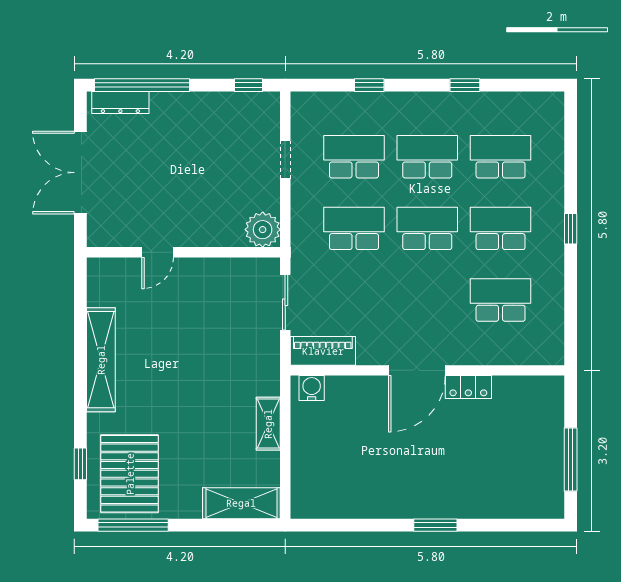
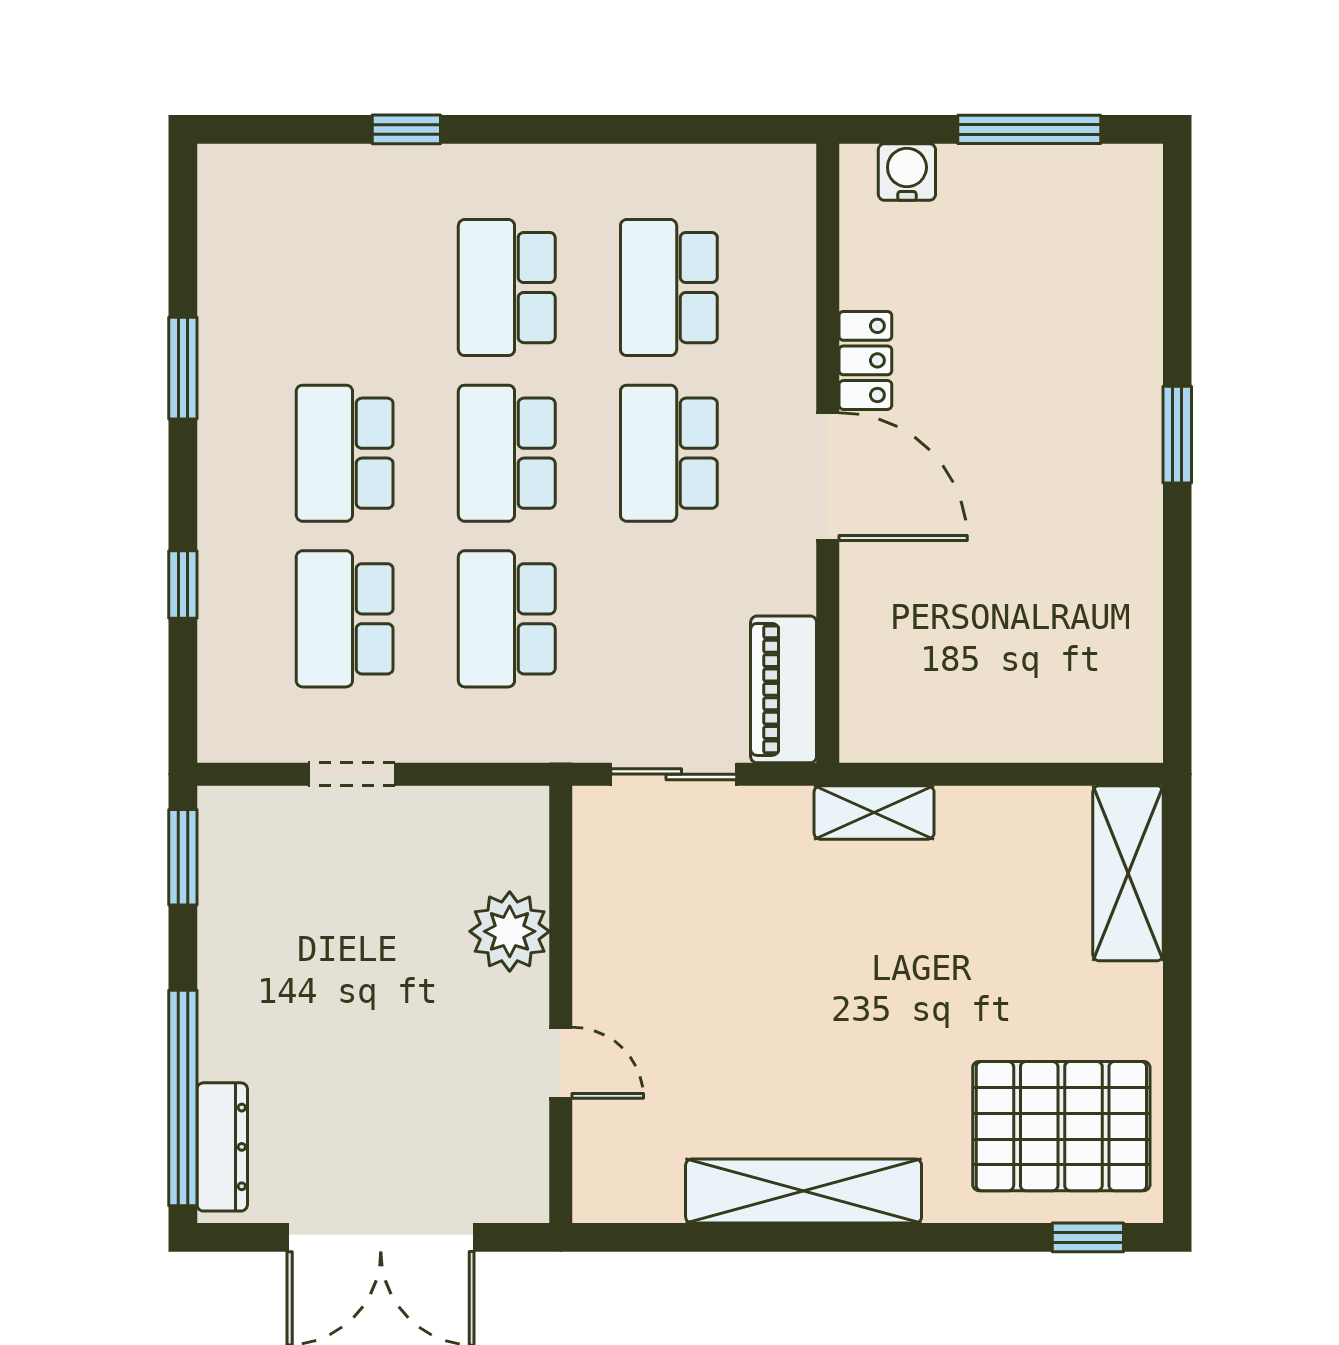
window: (248, 85) -> (183, 857), width x1.50
window: (465, 85) -> (183, 368), width x1.50
school desk: (501, 157) -> (669, 453), moved
window: (571, 229) -> (406, 129), moved
plant: (263, 230) -> (510, 931), moved
water cooler: (312, 388) -> (907, 172), moved, turned 90
shelving: (268, 424) -> (874, 813), moved
window: (80, 464) -> (1088, 1237), moved
window: (133, 525) -> (1177, 1118), removed

